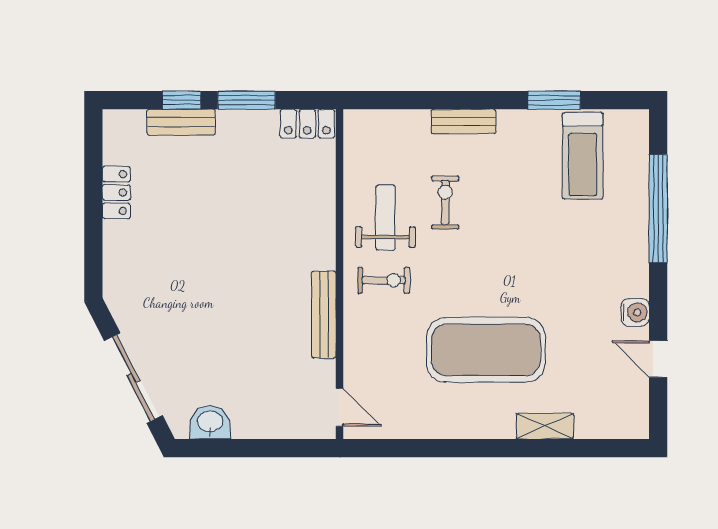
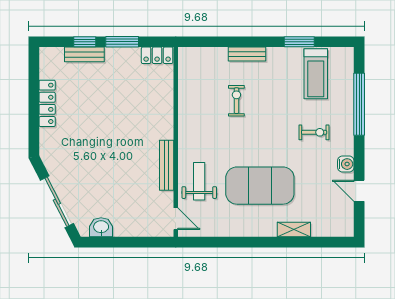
locker: (116, 193) -> (47, 103), width x1.53
weight bench: (386, 218) -> (199, 181), moved
exercise bike: (384, 280) -> (314, 132), moved

